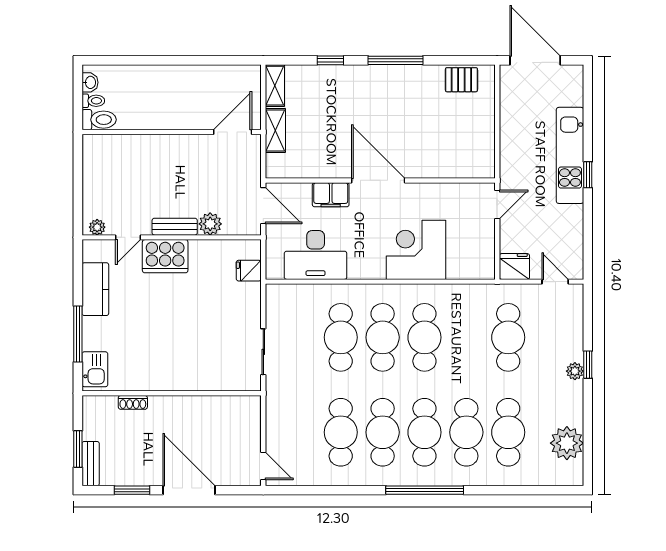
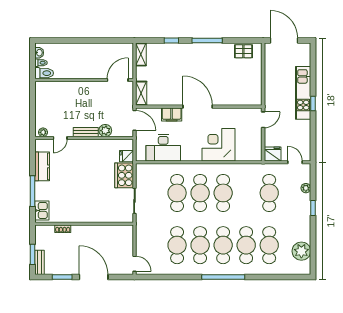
shelving: (275, 130) -> (141, 93), moved
cooker: (165, 256) -> (124, 175), moved, turned 90
plant: (575, 371) -> (306, 188), moved

